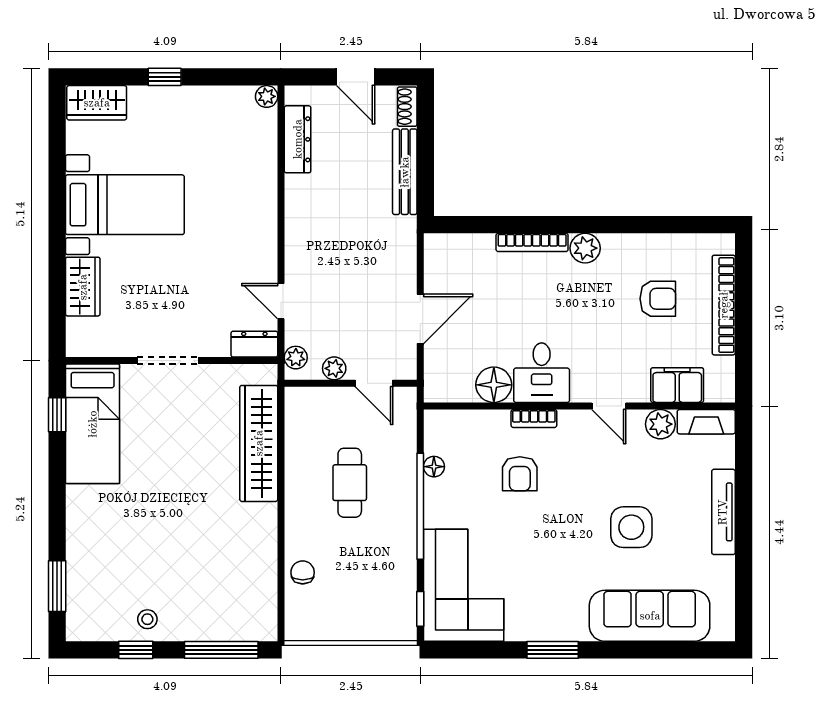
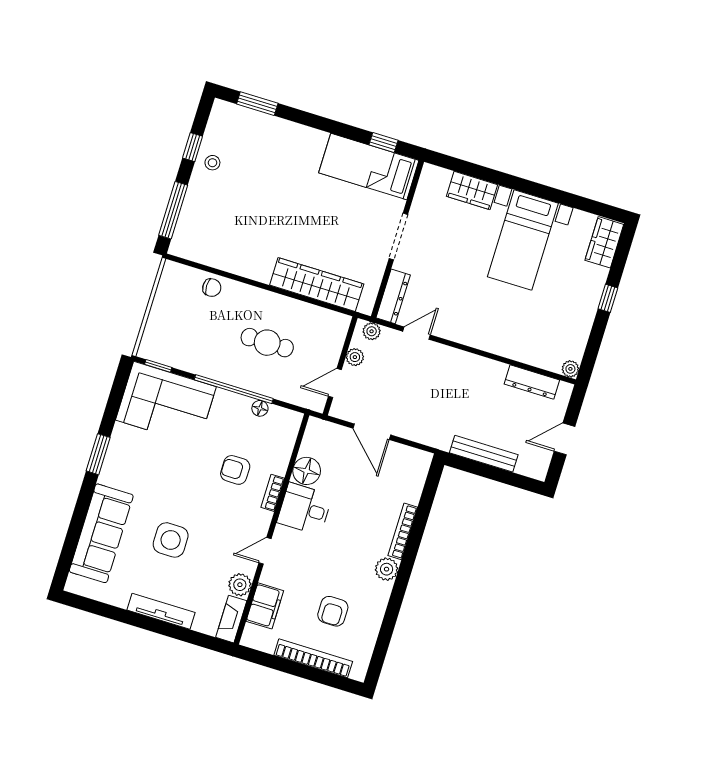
shoe rack: (407, 107) -> (531, 470), removed
dresser: (254, 344) -> (393, 296), width x1.44

